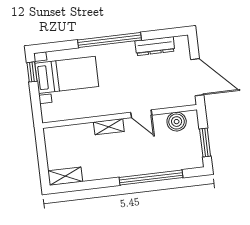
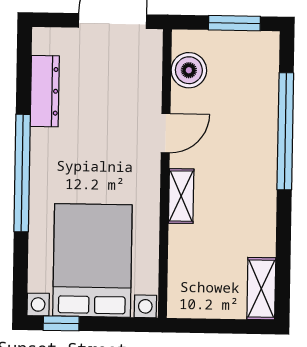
bed with nightstands: (67, 75) -> (92, 260), width x1.36

